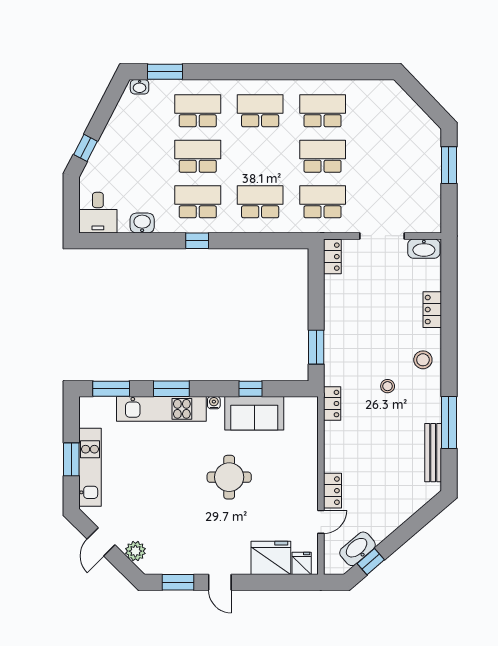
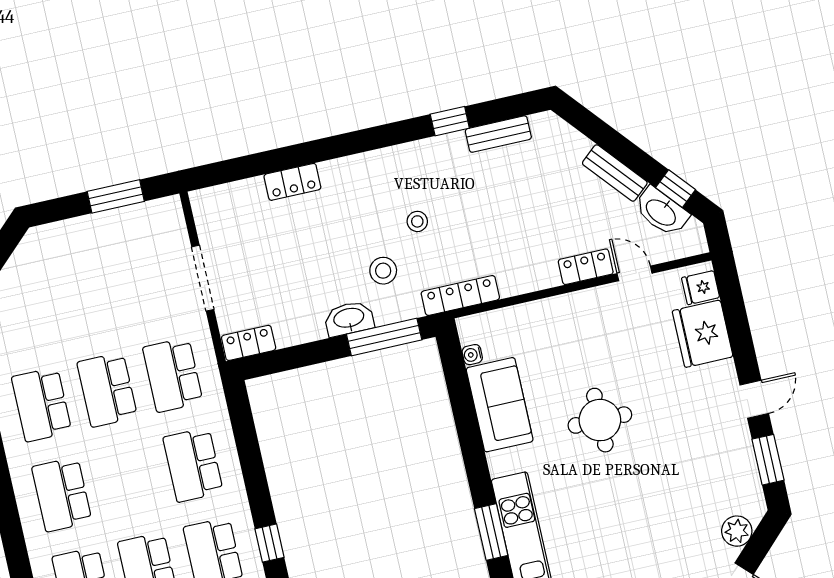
window: (449, 165) -> (116, 196), moved
washbasin: (424, 249) -> (349, 319), moved, turned -90
window: (316, 347) -> (384, 337), width x1.44
stool: (423, 360) -> (383, 271), moved
window: (251, 389) -> (465, 418), removed
water cooler: (214, 403) -> (472, 355), moved
locker: (332, 404) -> (460, 295), width x1.53
window: (449, 423) -> (450, 121), width x0.46
bench: (433, 453) -> (498, 134), width x0.73
bench: (390, 524) -> (615, 173), added

